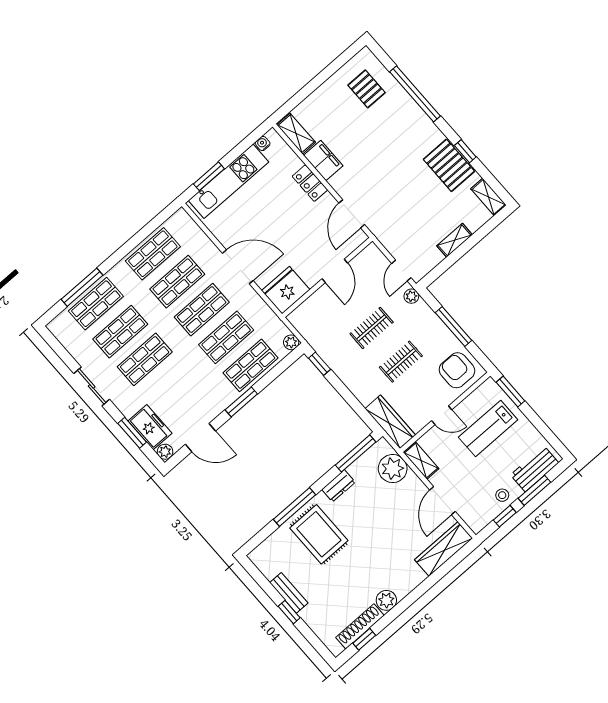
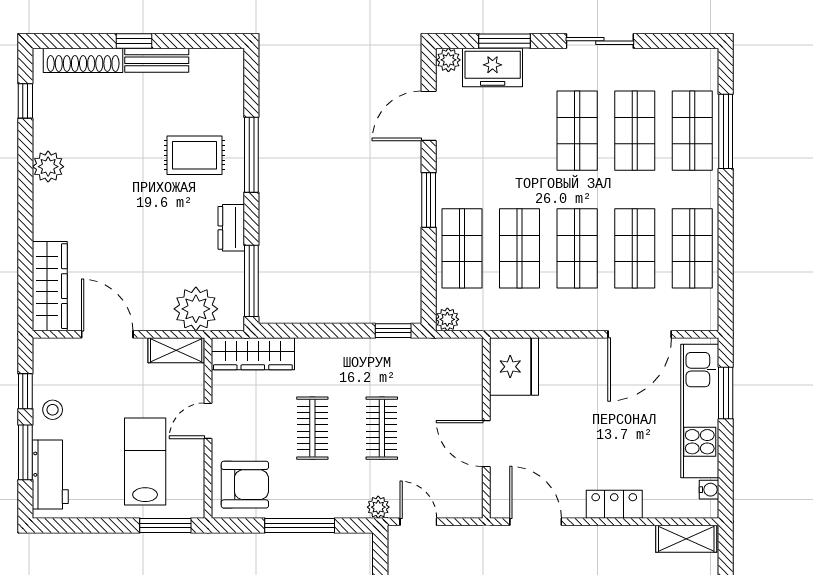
filing cabinet: (323, 161) -> (627, 543), removed
door: (238, 267) -> (640, 334), moved
rug: (319, 534) -> (195, 155), width x0.73, depth x0.70
shoe rack: (360, 626) -> (83, 60), moved, turned 90

